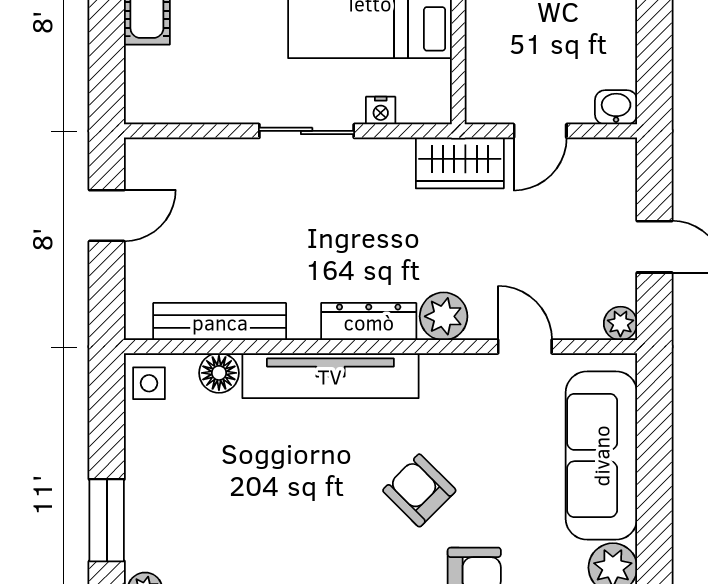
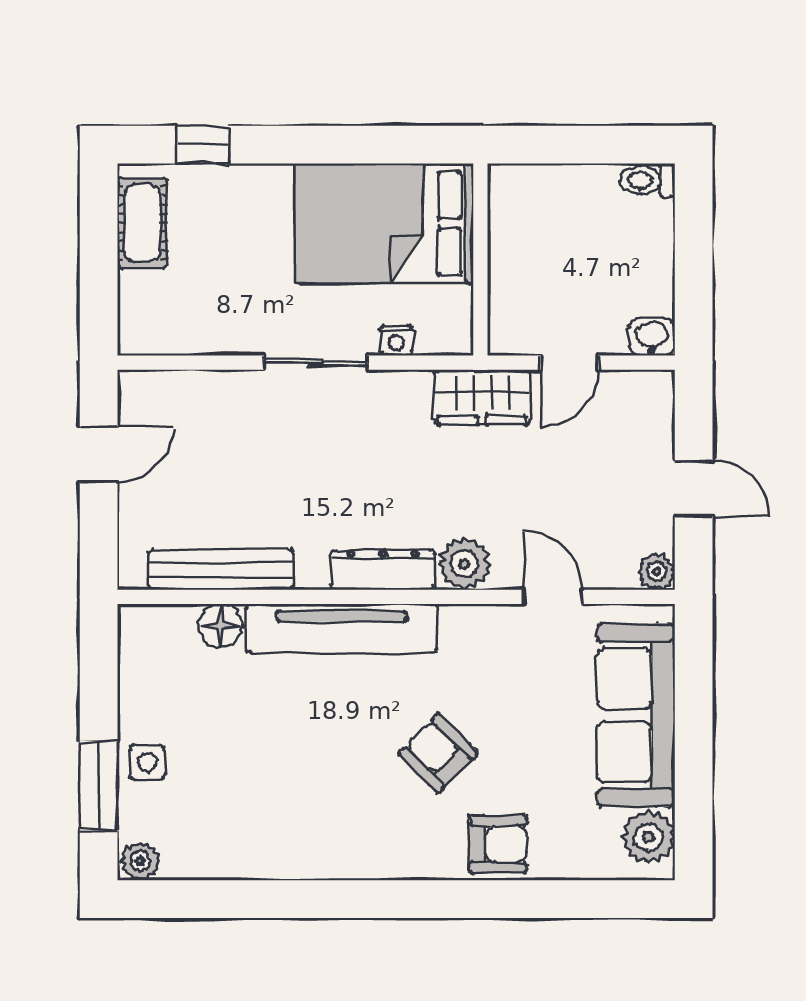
side table: (149, 383) -> (147, 762), moved

